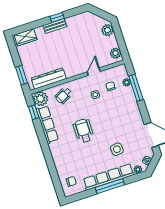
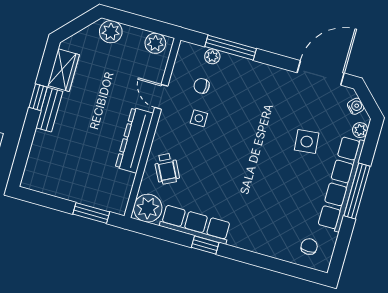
wardrobe: (26, 37) -> (64, 70), moved
dresser: (49, 79) -> (134, 140), moved
window: (34, 112) -> (205, 245), moved
wheelchair: (84, 131) -> (243, 174), removed

